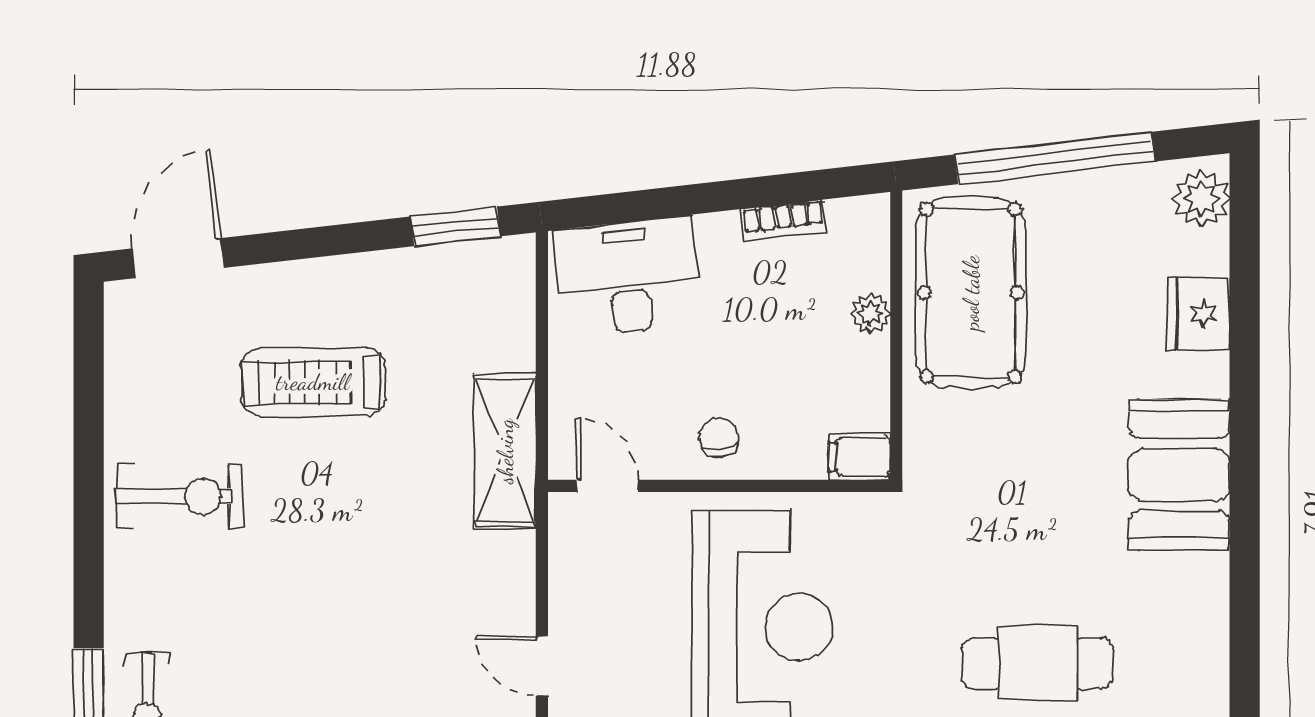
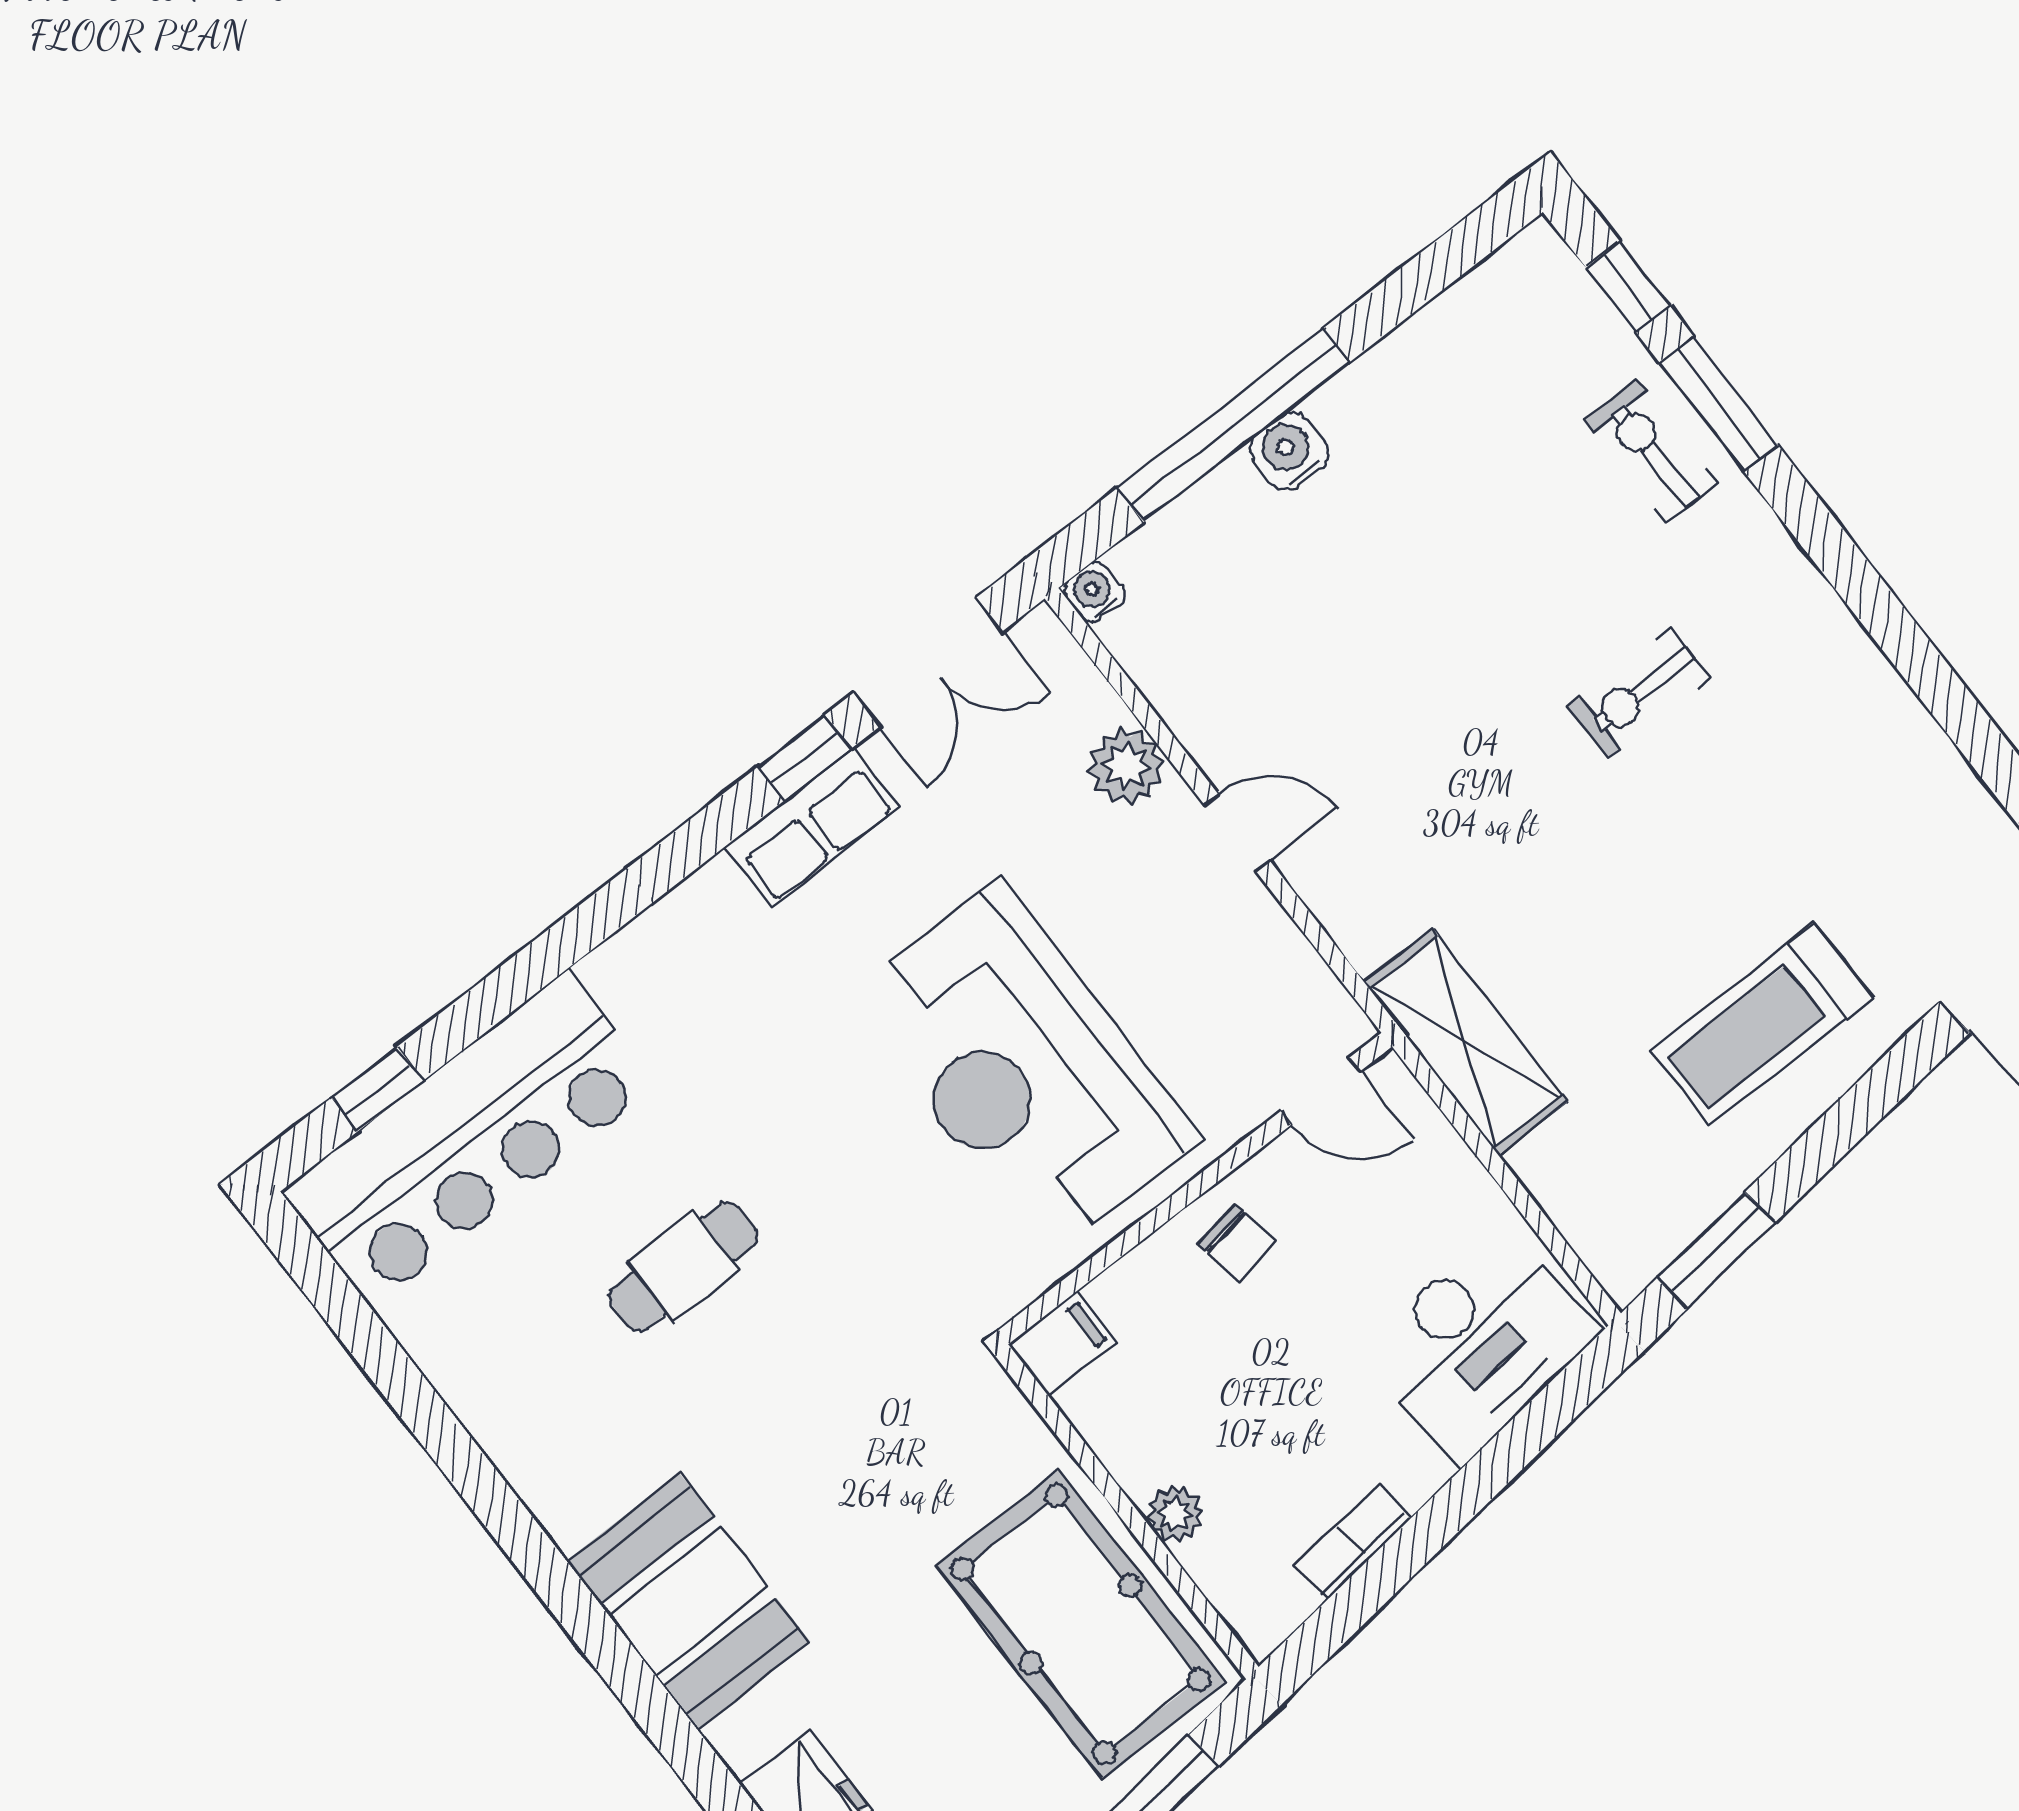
treadmill: (313, 382) -> (1762, 1024), moved, turned 180
exercise bike: (180, 496) -> (1639, 693), moved, width x0.73, depth x0.72
cafe table: (1037, 663) -> (683, 1266), width x0.73, depth x0.74

